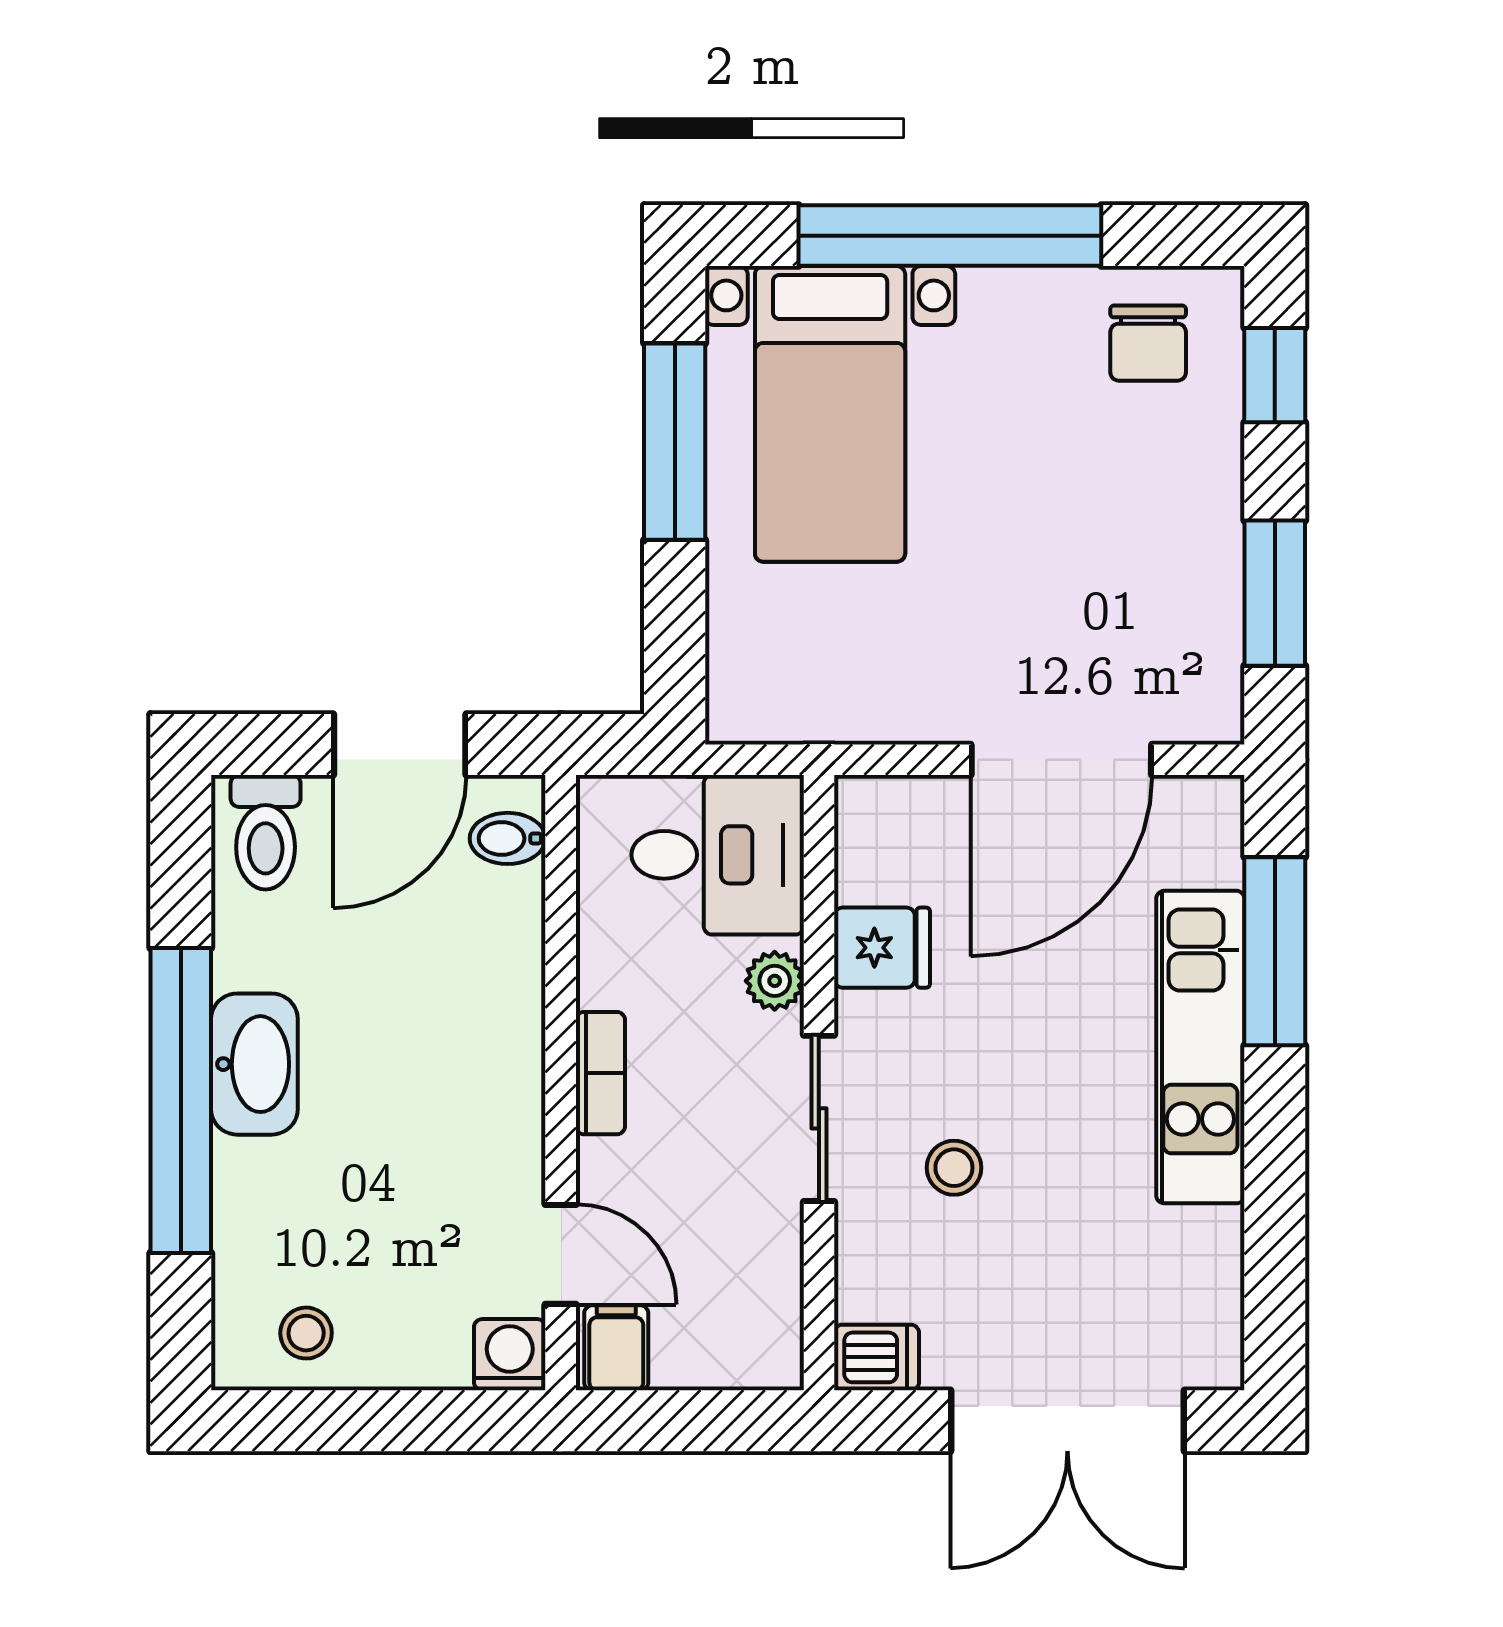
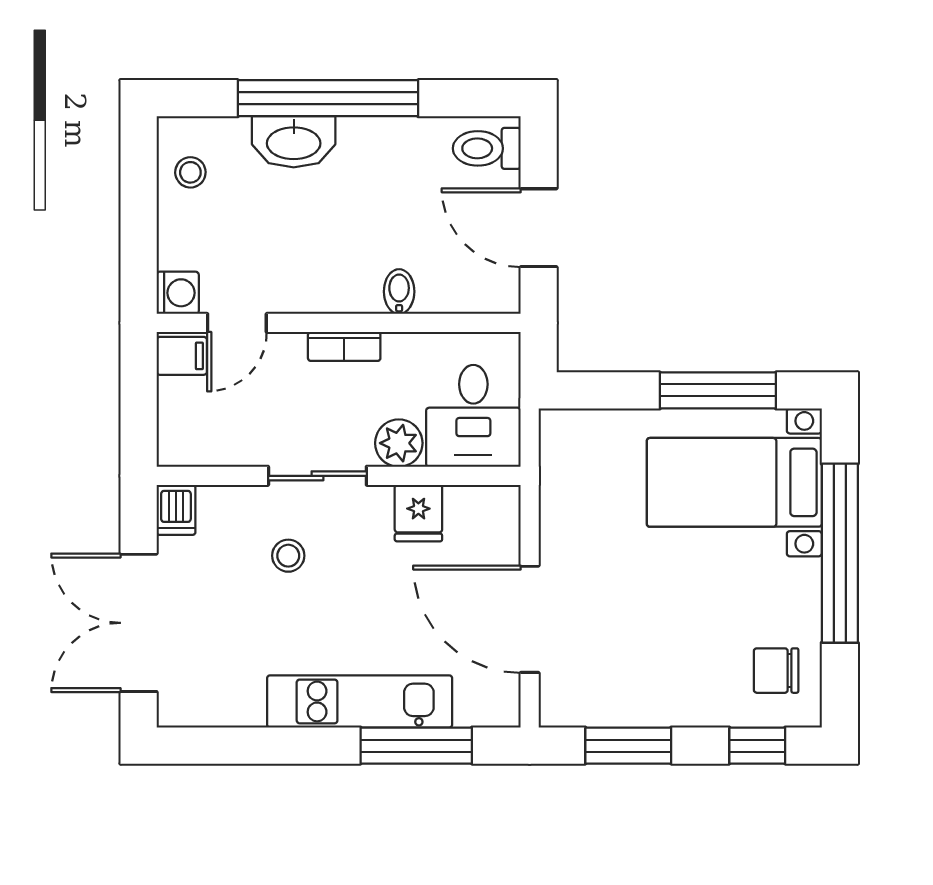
bidet: (508, 838) -> (399, 292), moved
plant: (775, 981) -> (399, 443), width x1.38, depth x1.38
washbasin: (254, 1064) -> (294, 142), moved

